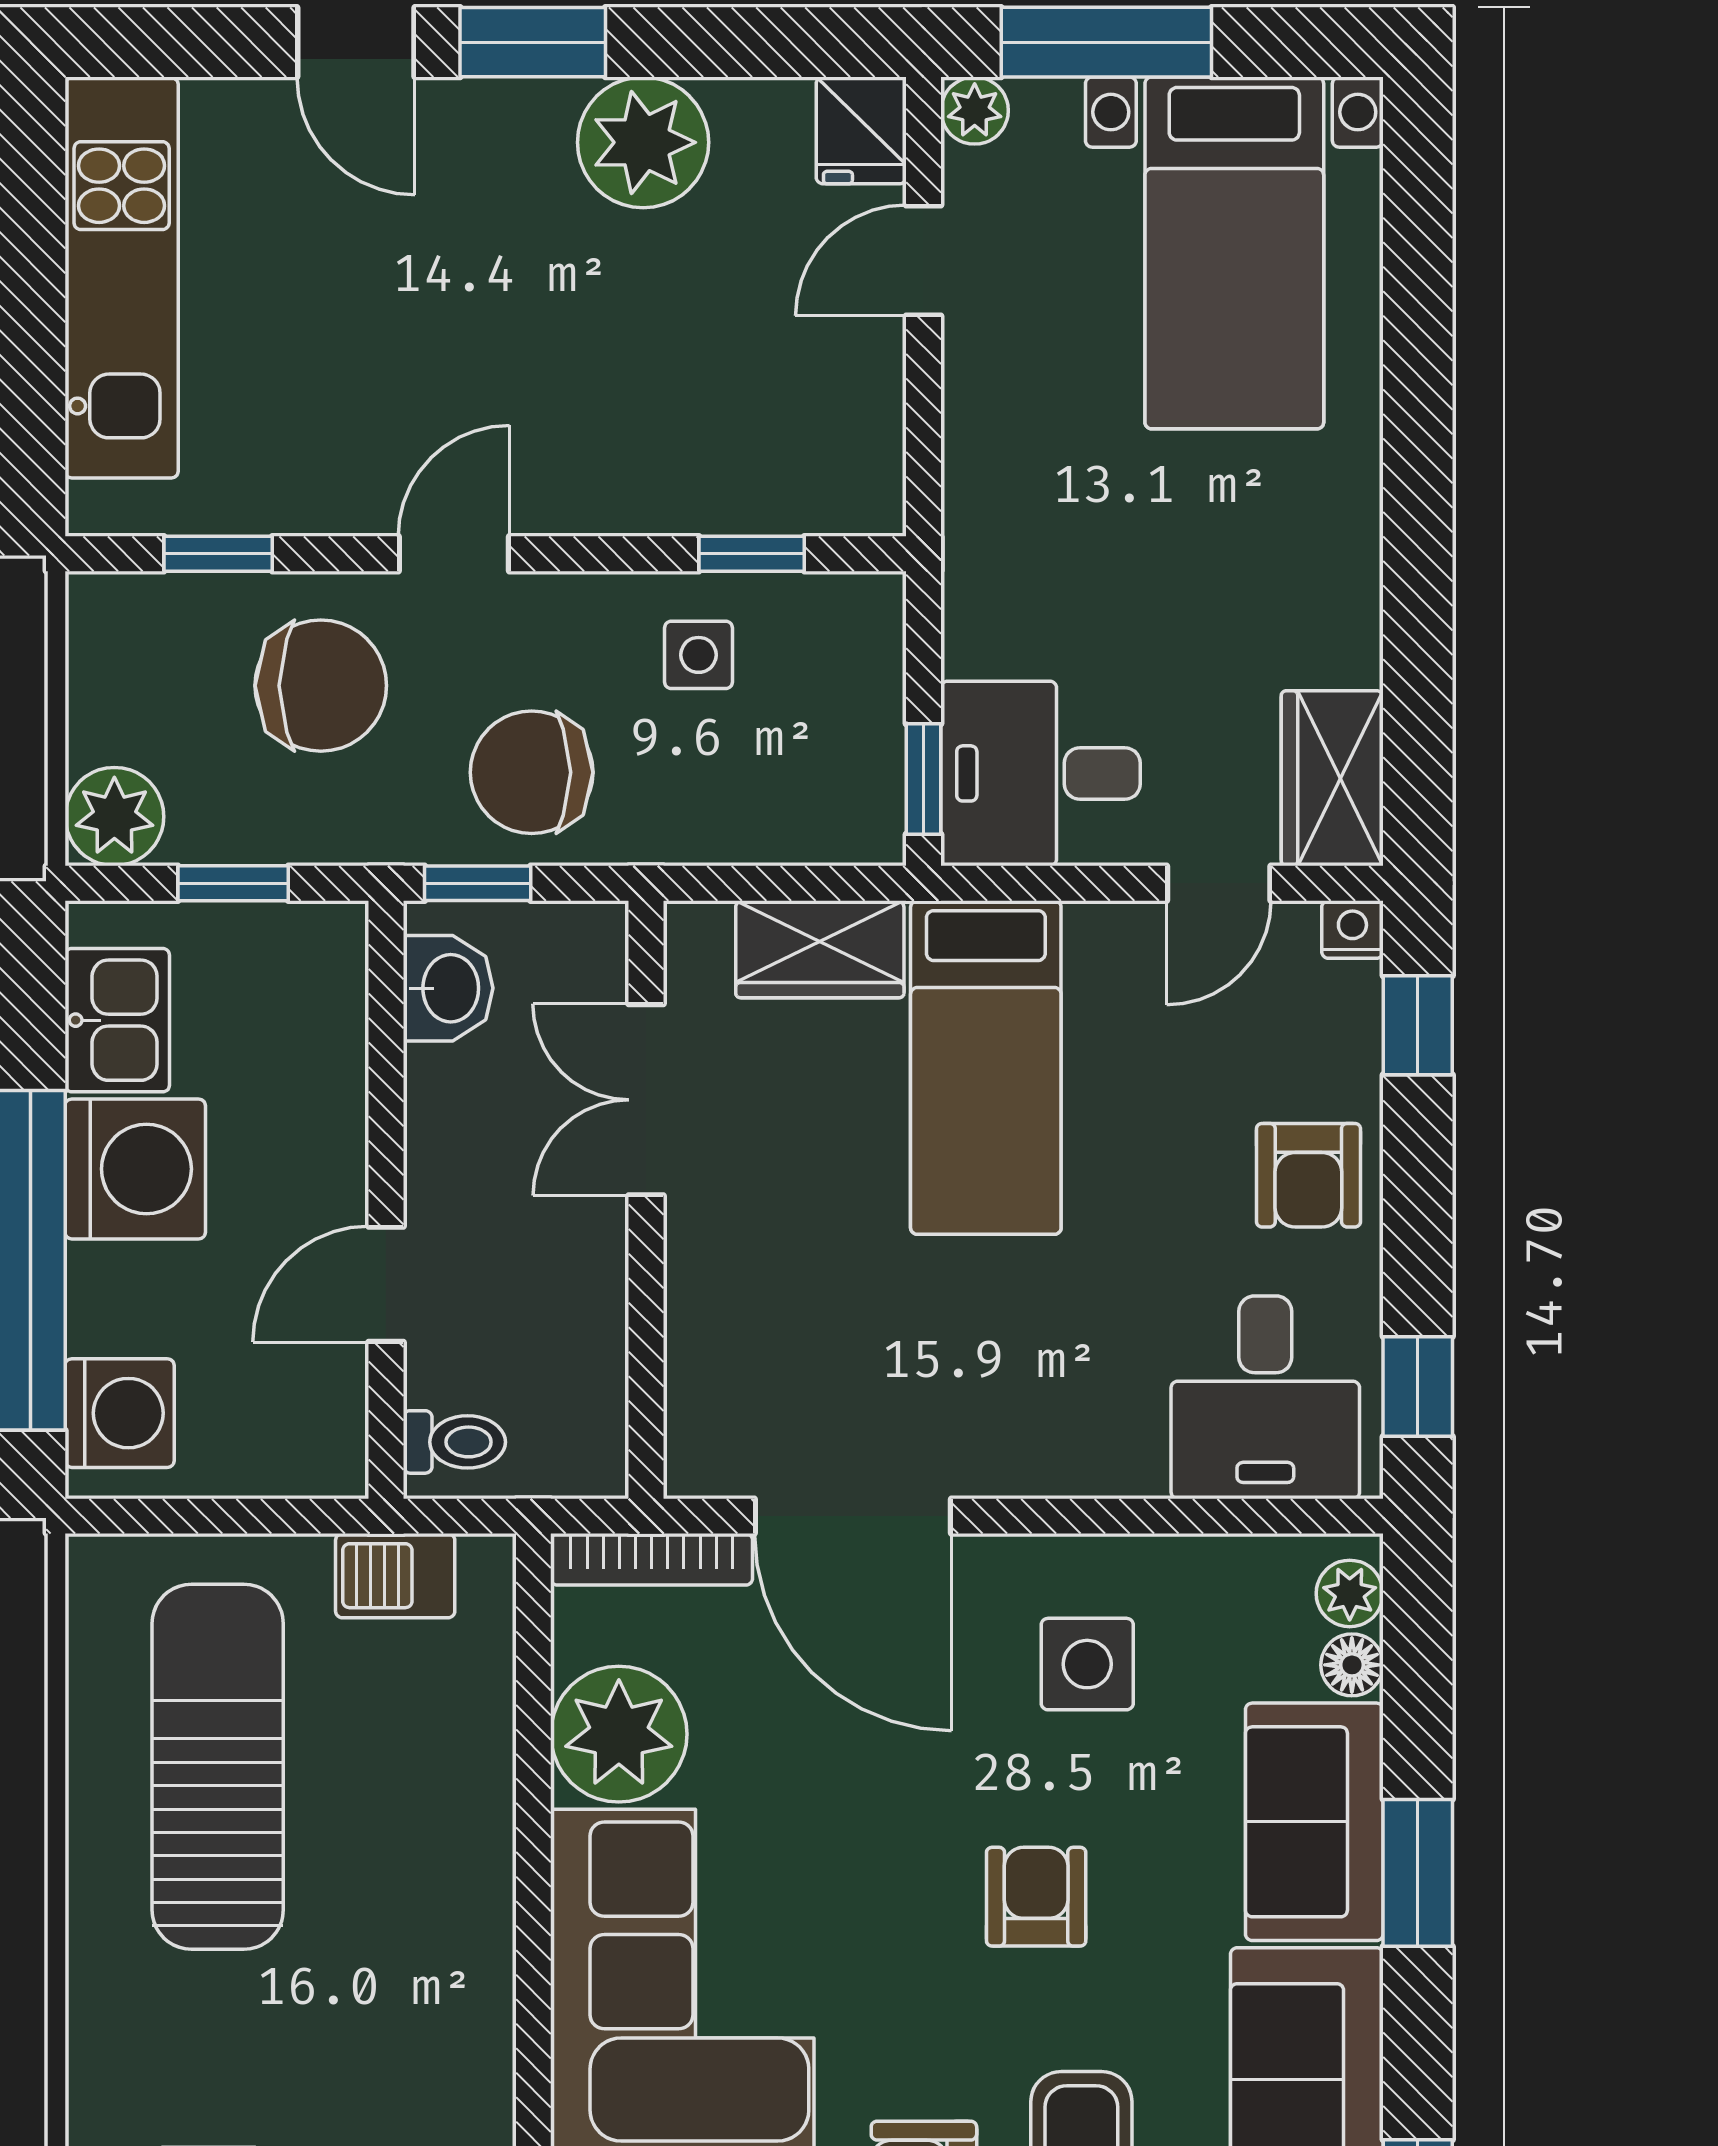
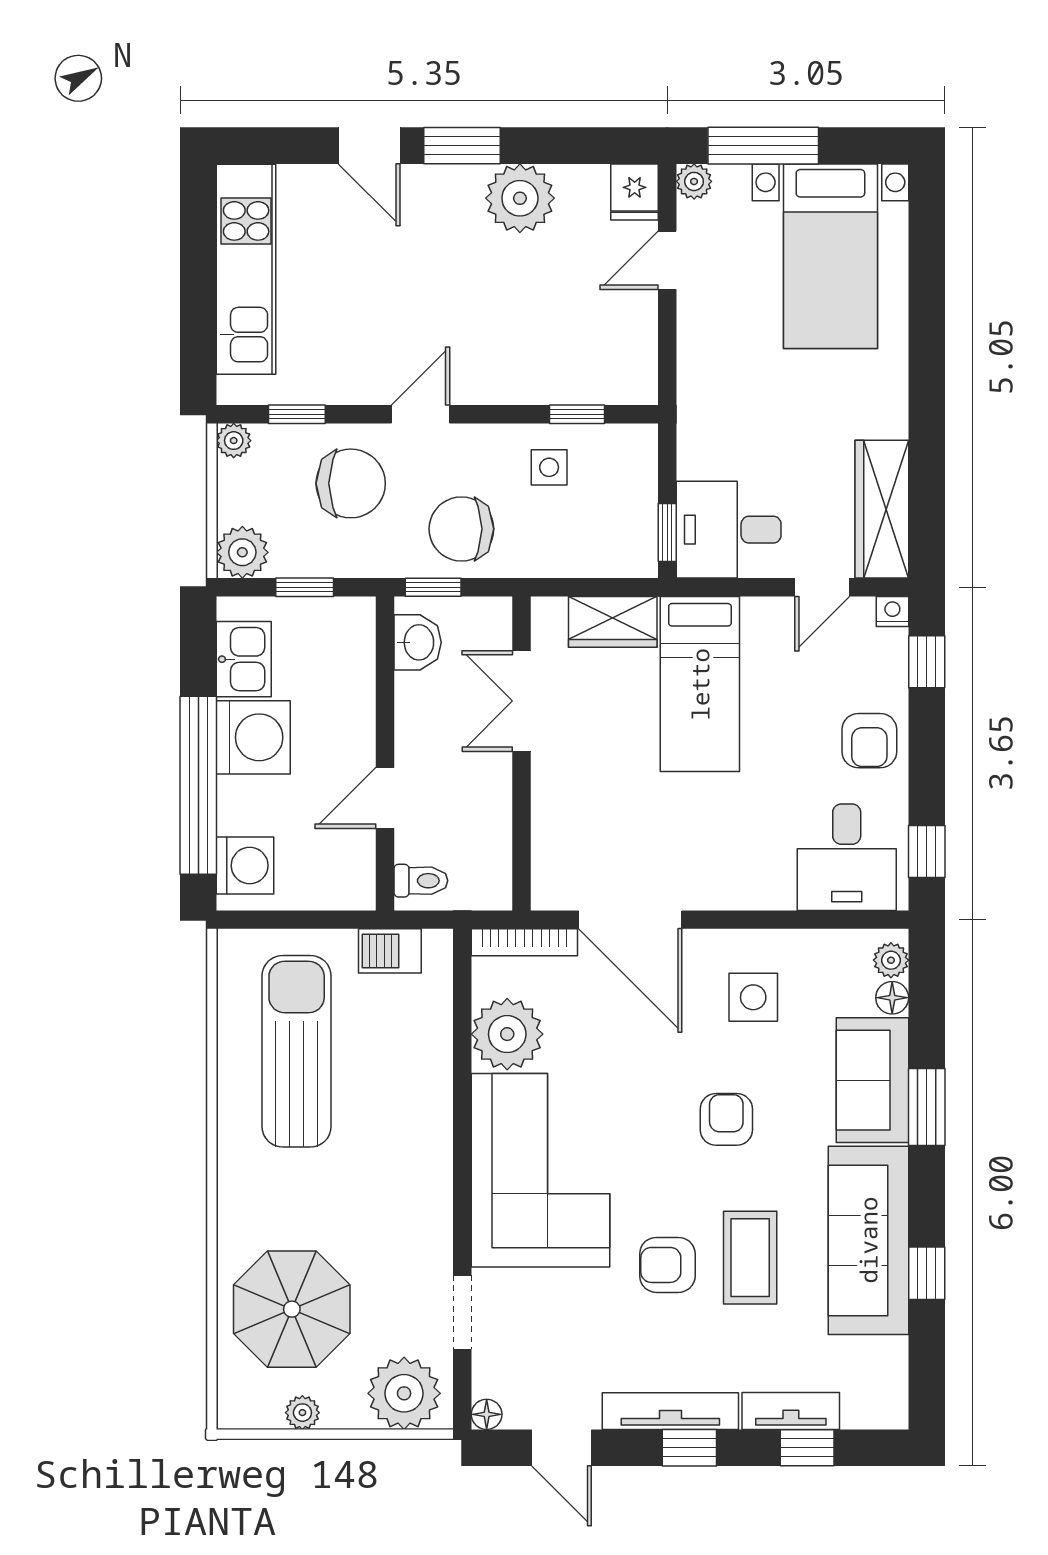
plant: (98, 604) -> (234, 441), added
wardrobe: (1332, 778) -> (882, 509), width x1.50

